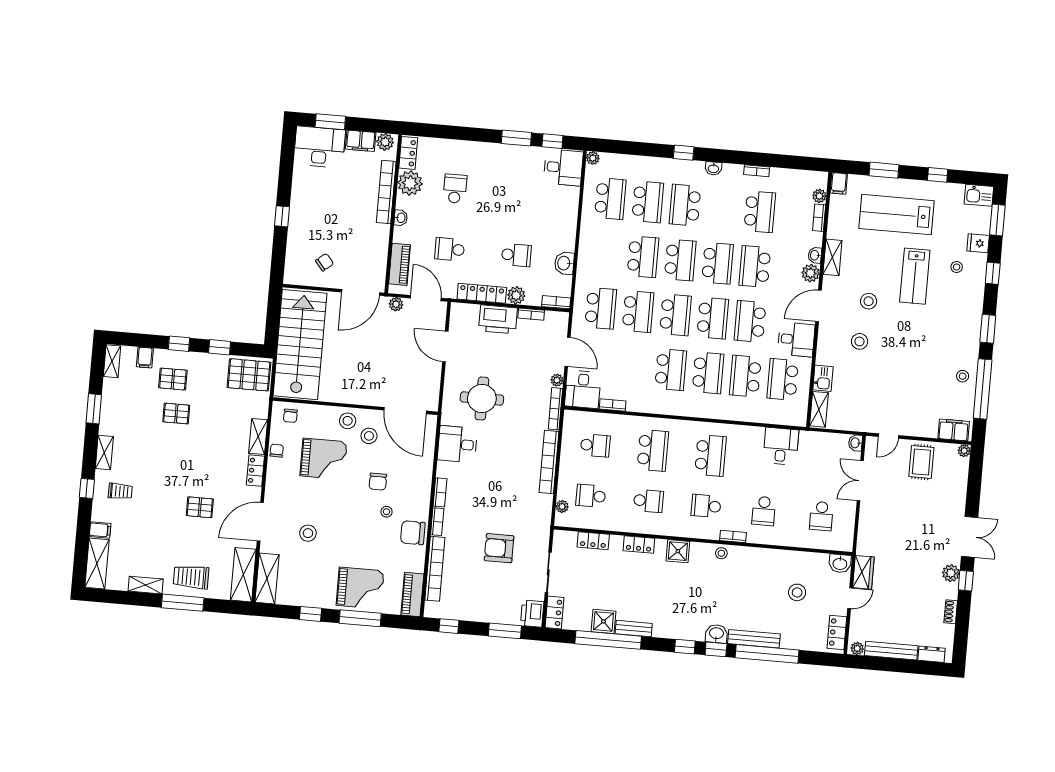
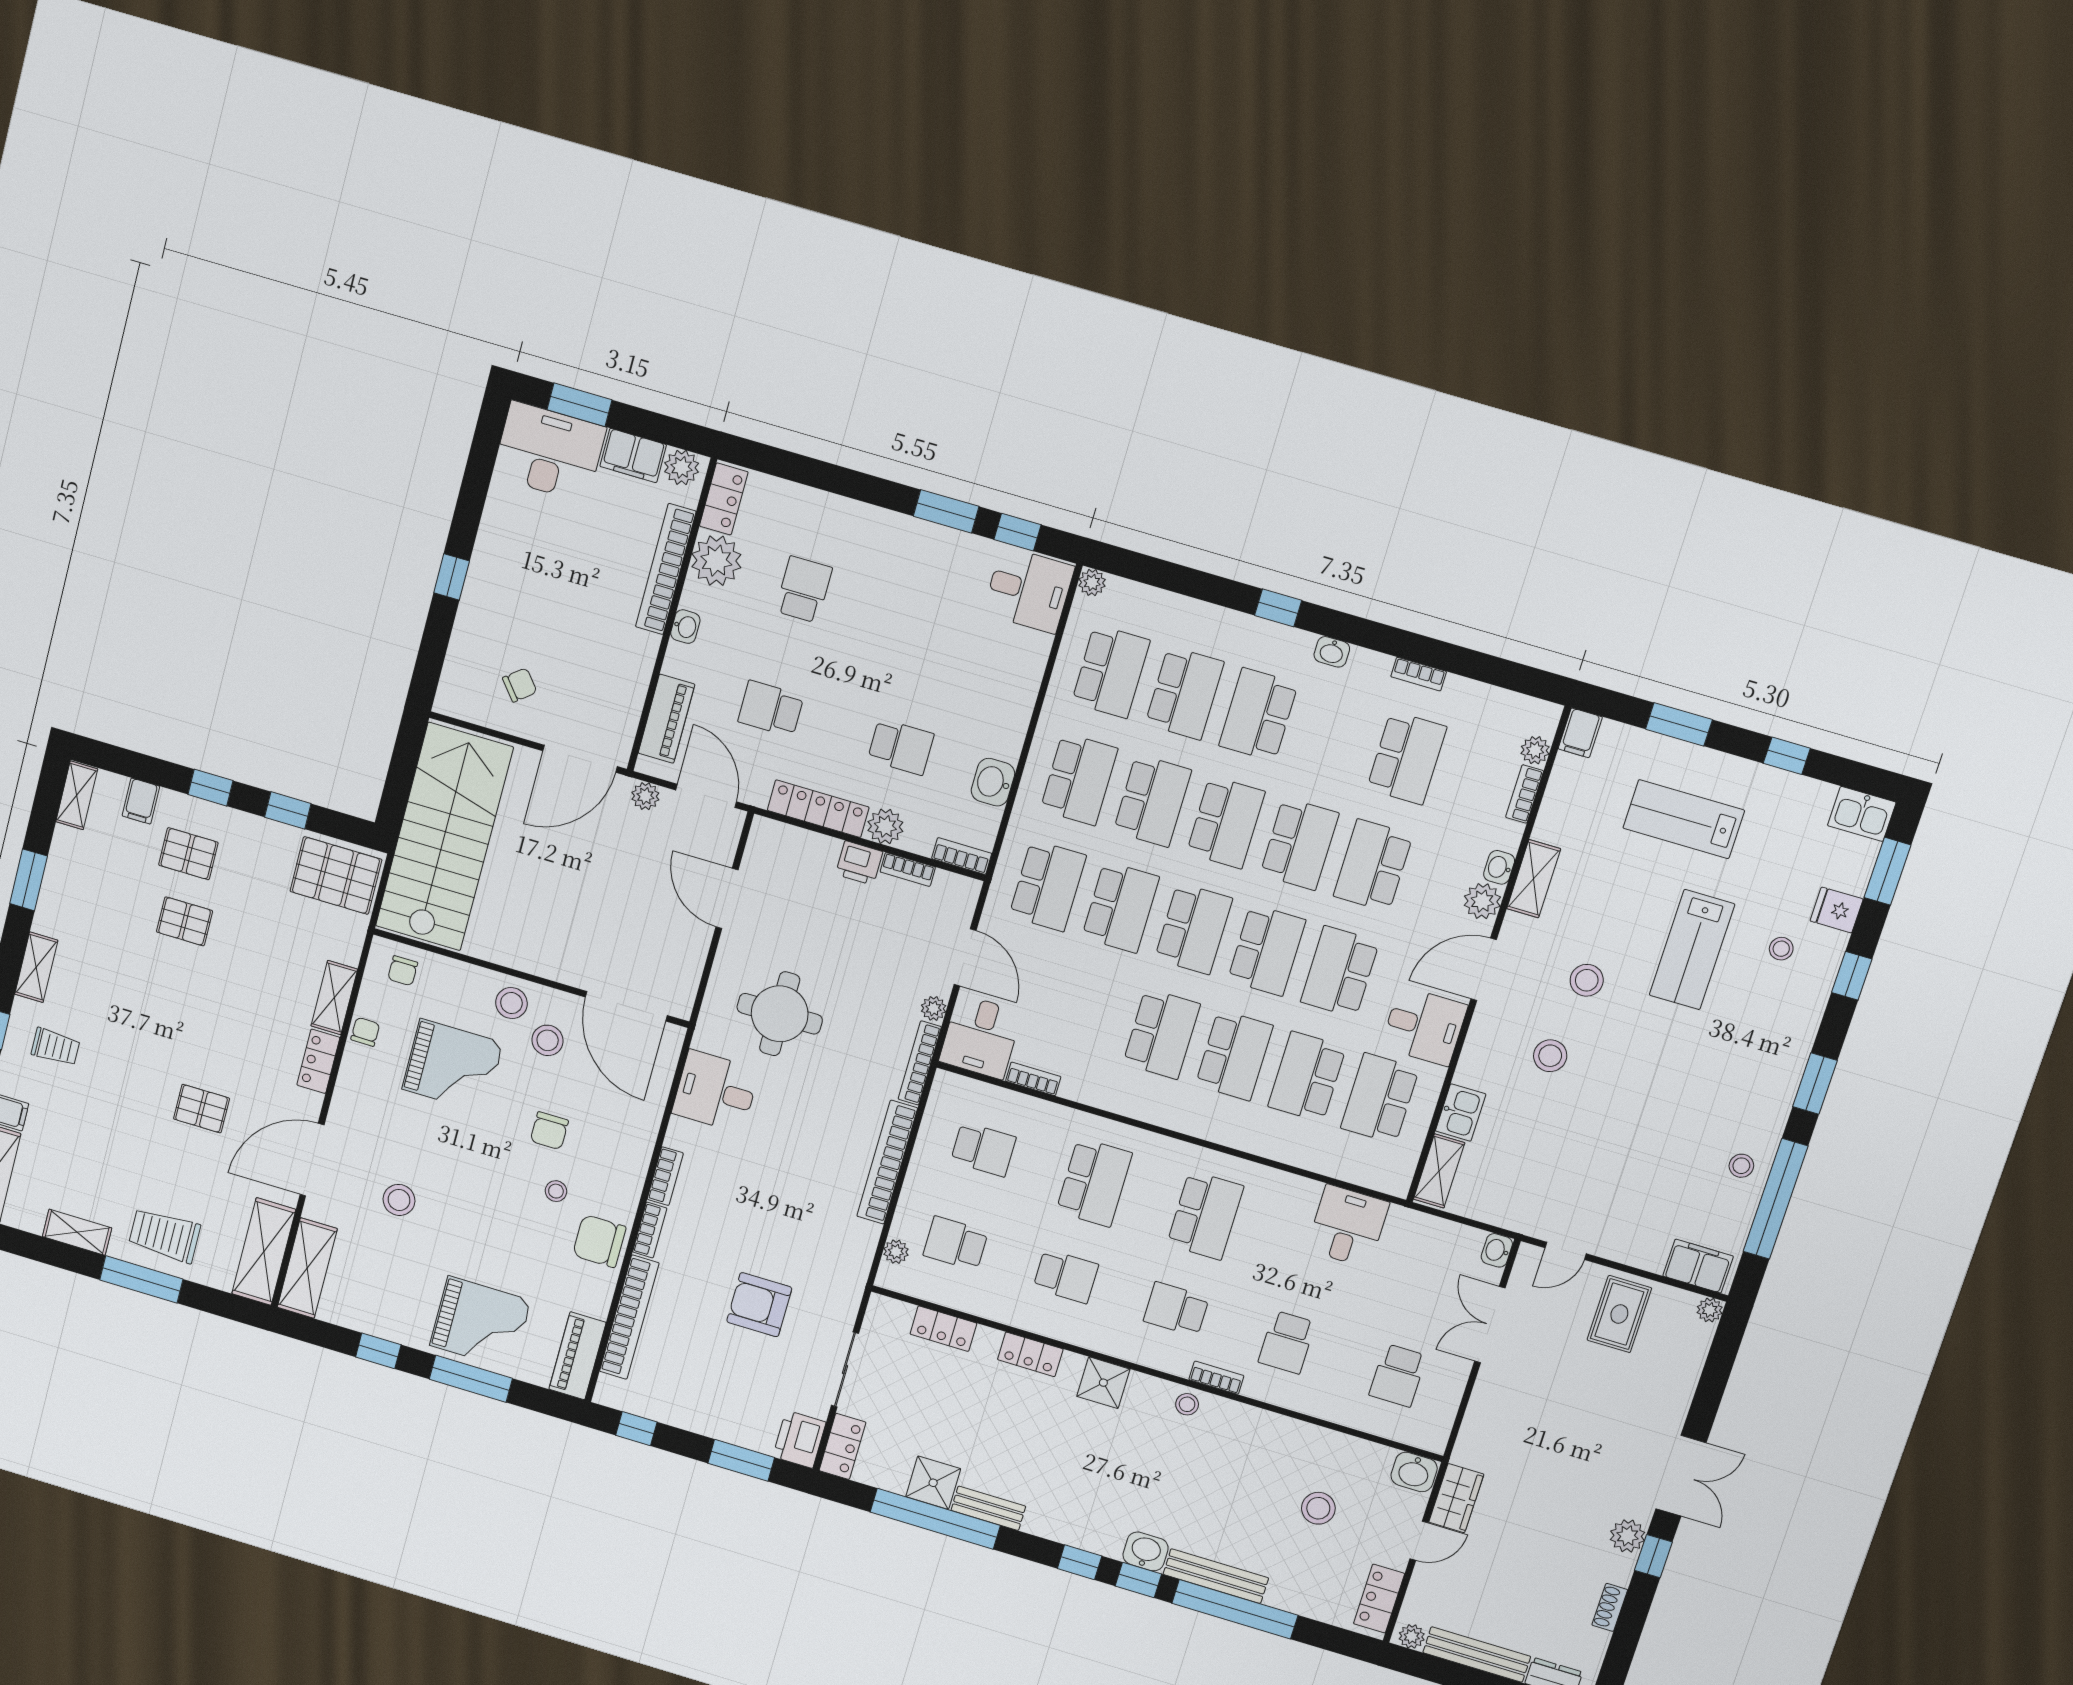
lab bench: (897, 215) -> (1684, 819), width x0.73, depth x0.72
school desk: (605, 253) -> (1079, 779), added
printer: (498, 319) -> (859, 863), width x0.53, depth x0.68

